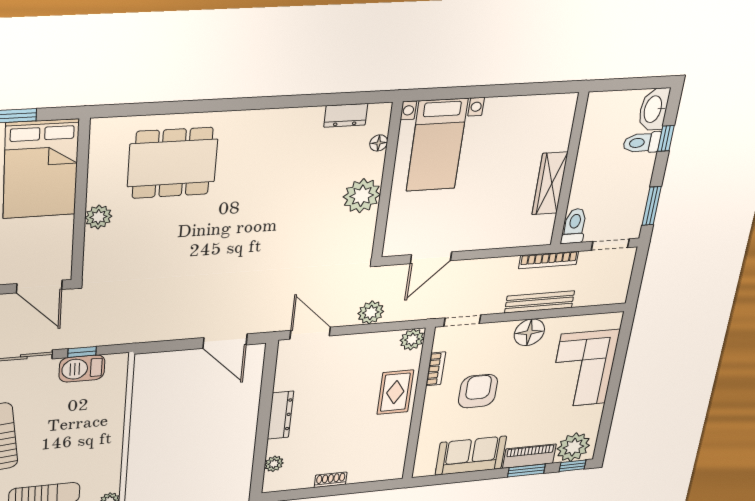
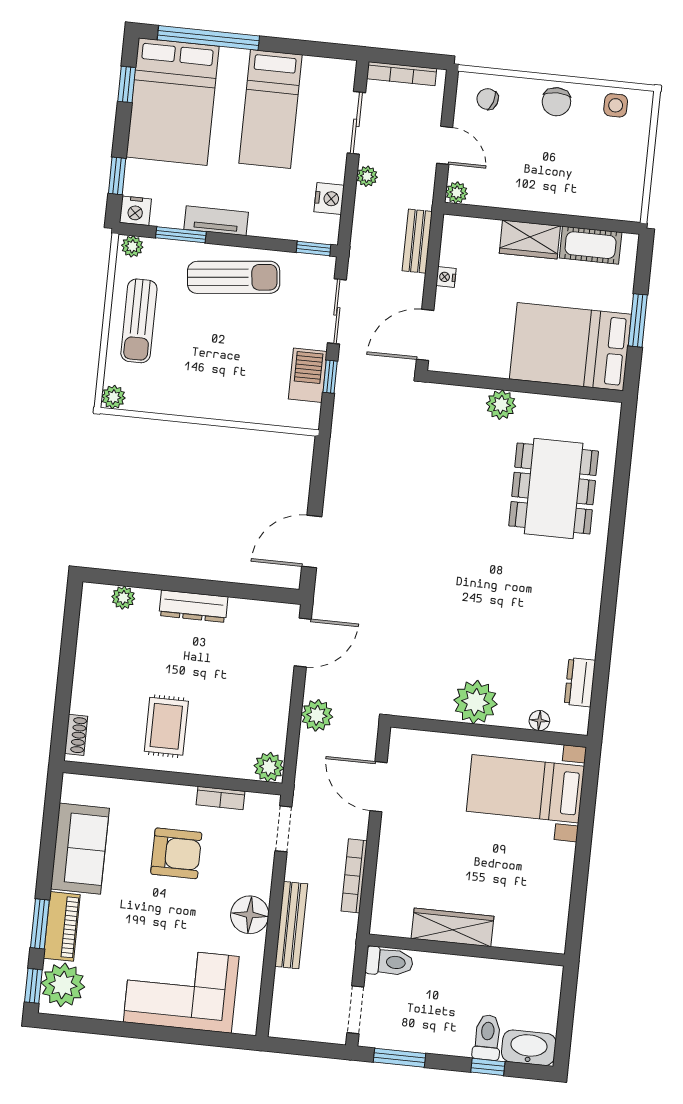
bookcase: (549, 260) -> (354, 876), moved
rug: (395, 392) -> (166, 726), moved, turned 90
shoe rack: (331, 480) -> (76, 735), moved

